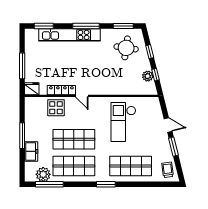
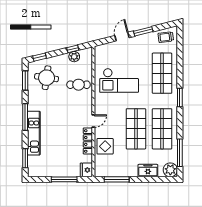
kitchen unit: (69, 35) -> (34, 133), width x0.73
window: (150, 52) -> (40, 57), moved
cafe table: (119, 81) -> (79, 85), added
window: (22, 136) -> (117, 179), moved
plant: (43, 174) -> (170, 170), moved

